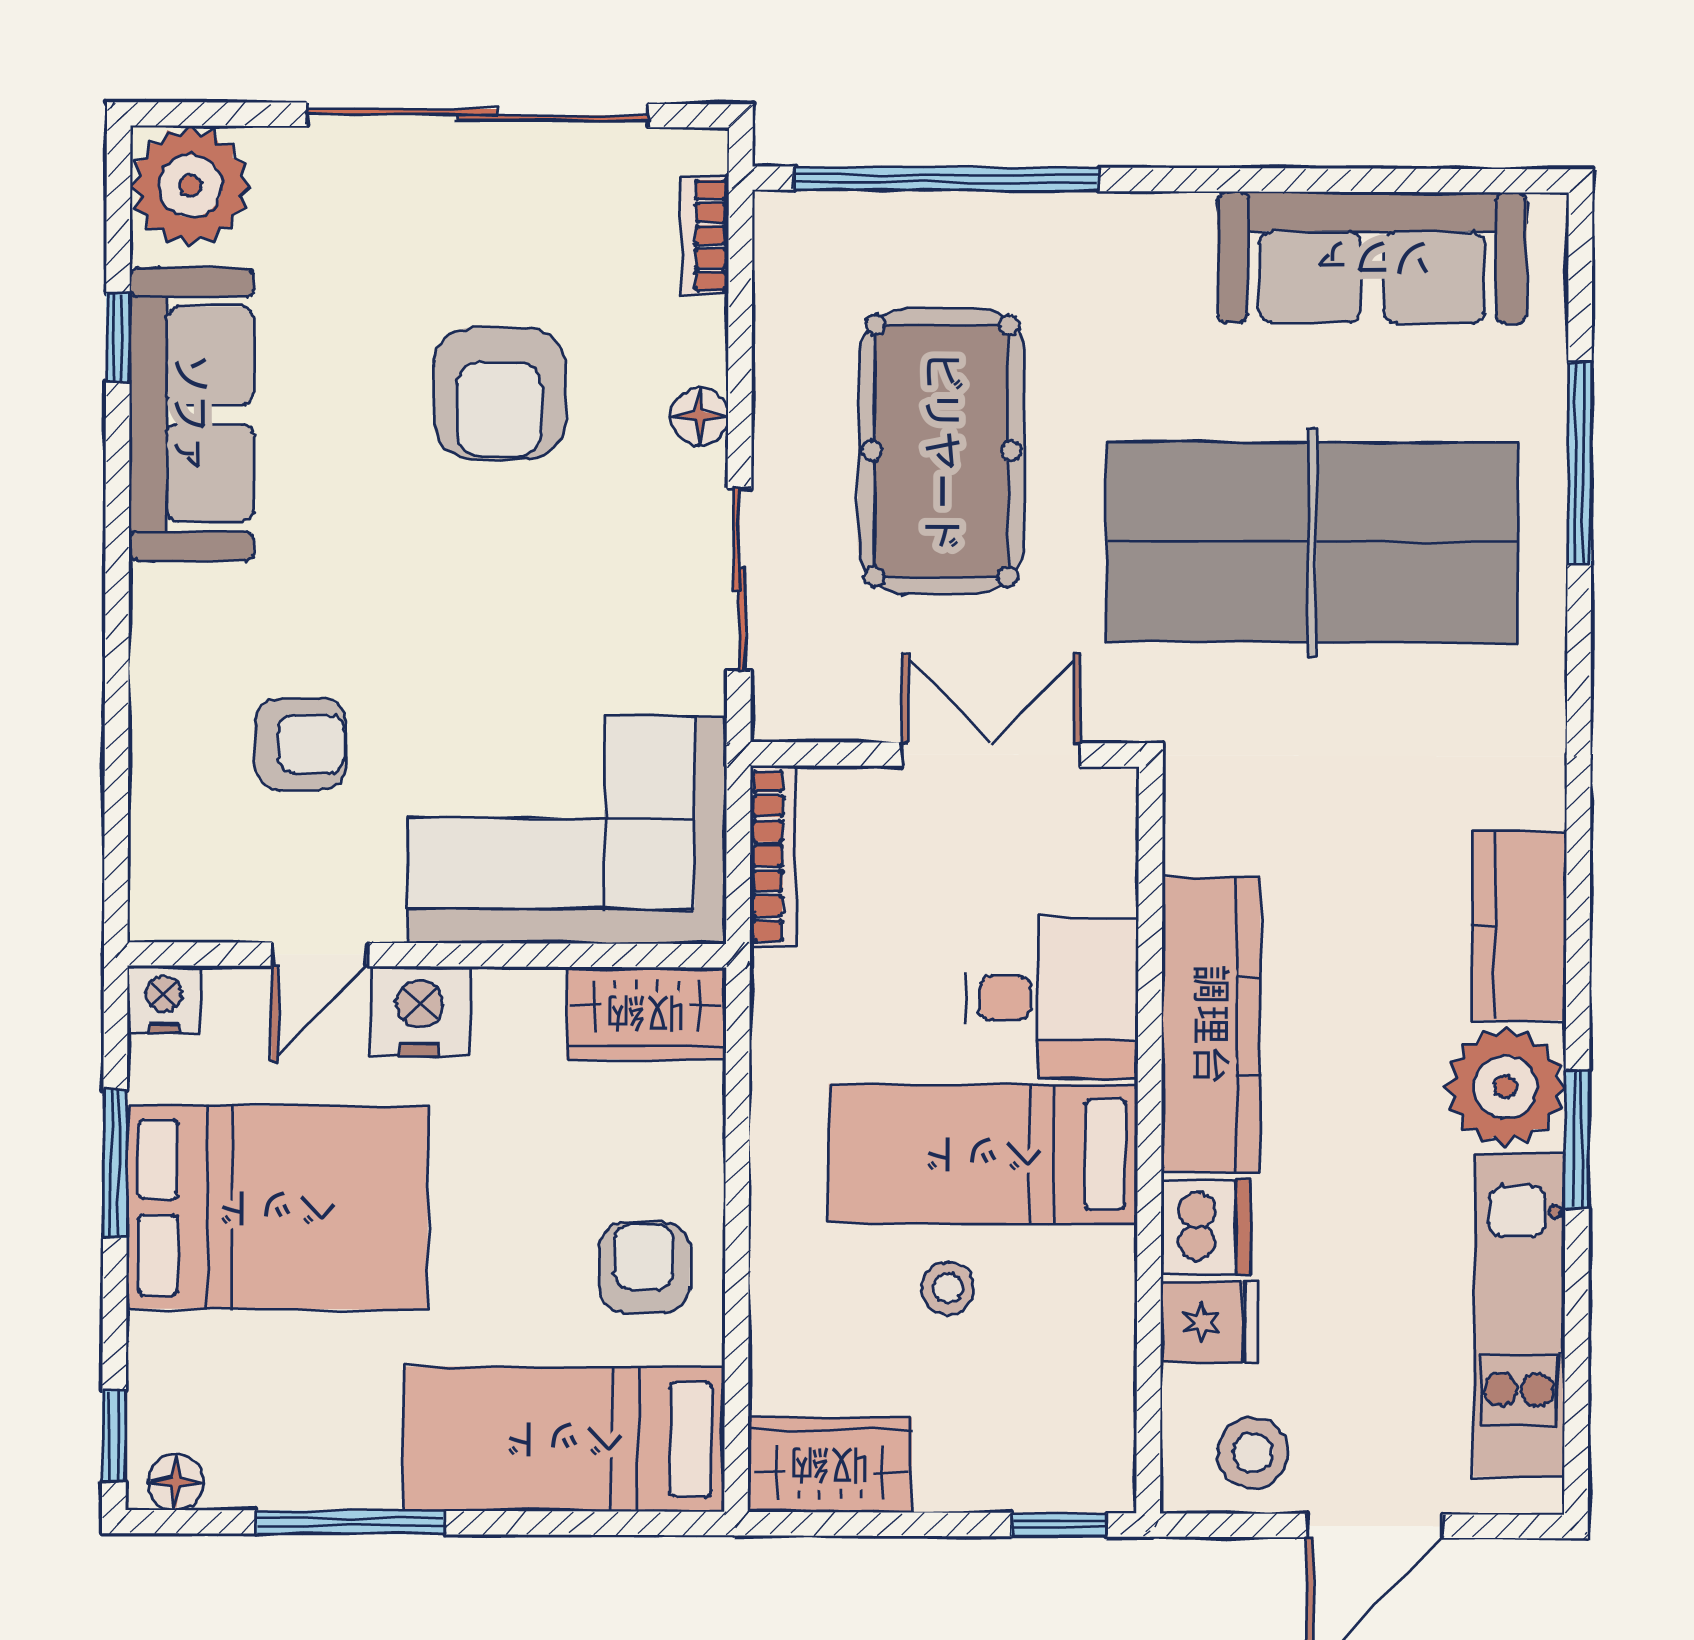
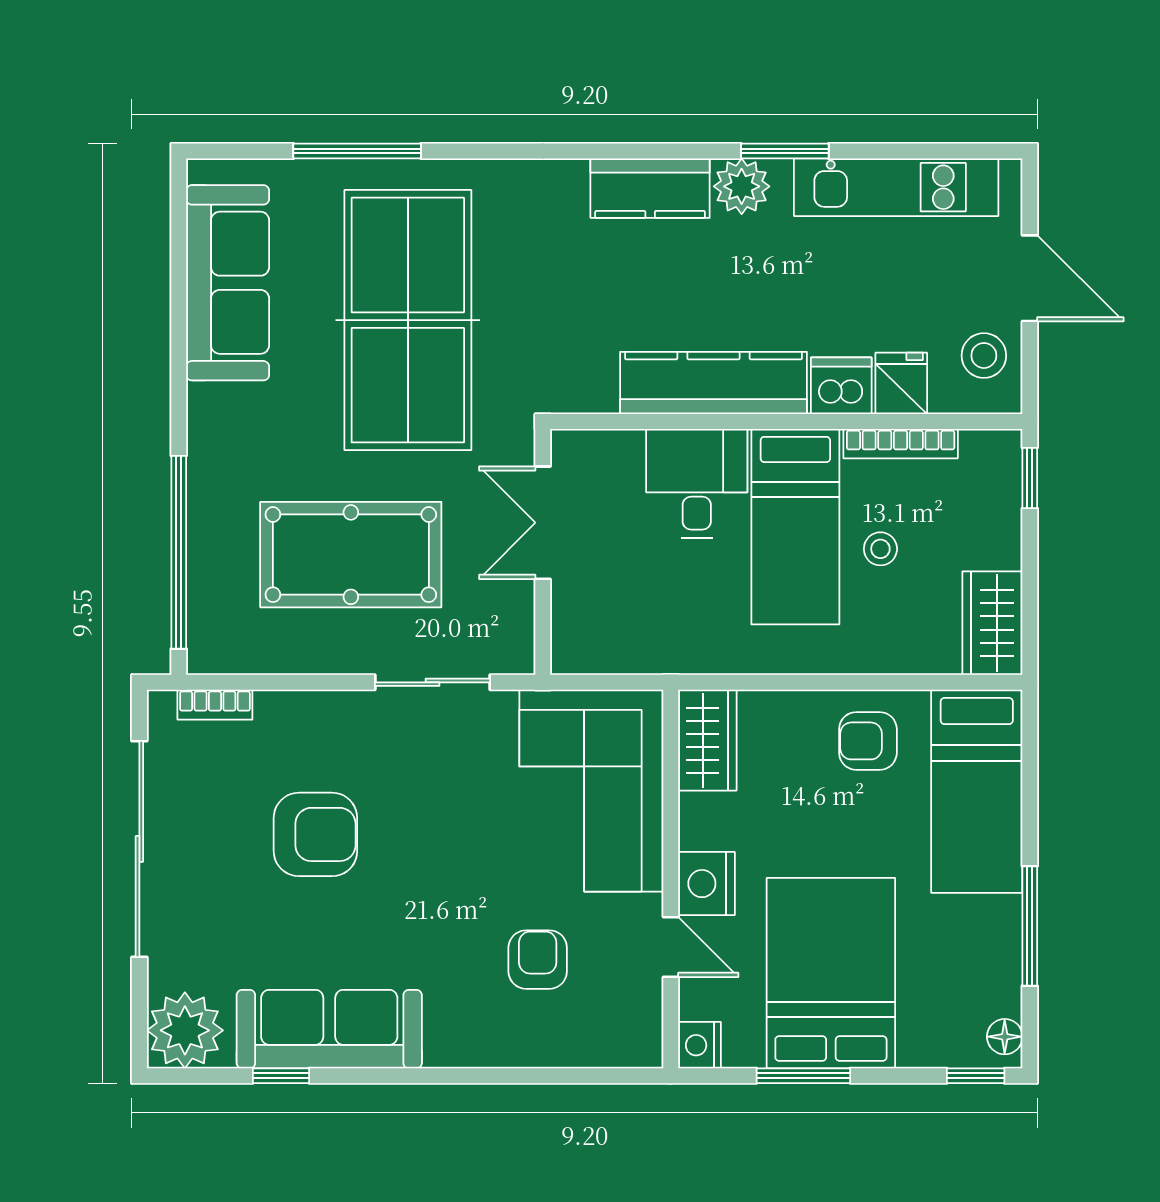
floor lamp: (699, 416) -> (329, 708), removed
bookcase: (773, 856) -> (901, 444), moved, turned 180
plant: (1505, 1087) -> (742, 186), width x0.73, depth x0.73

